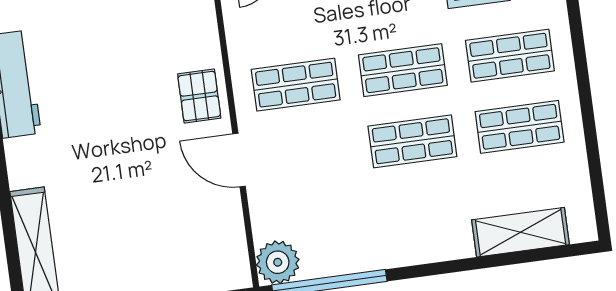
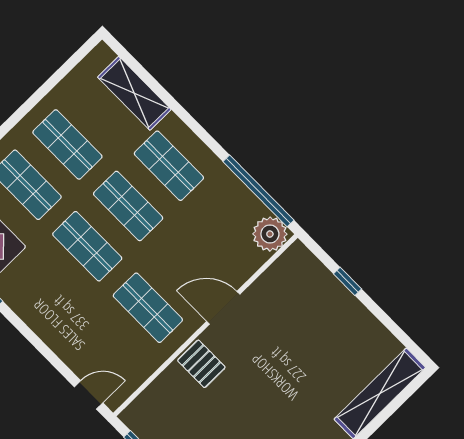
pallet: (199, 96) -> (201, 364), turned 90
door: (239, 160) -> (223, 308), swing flipped
shop shelf: (422, 212) -> (169, 166), added

